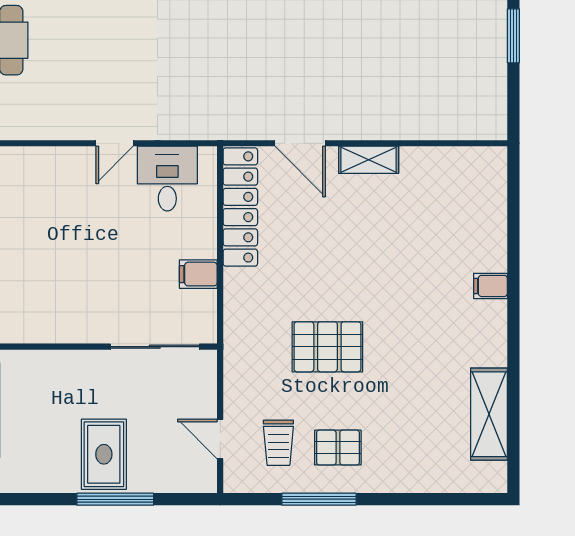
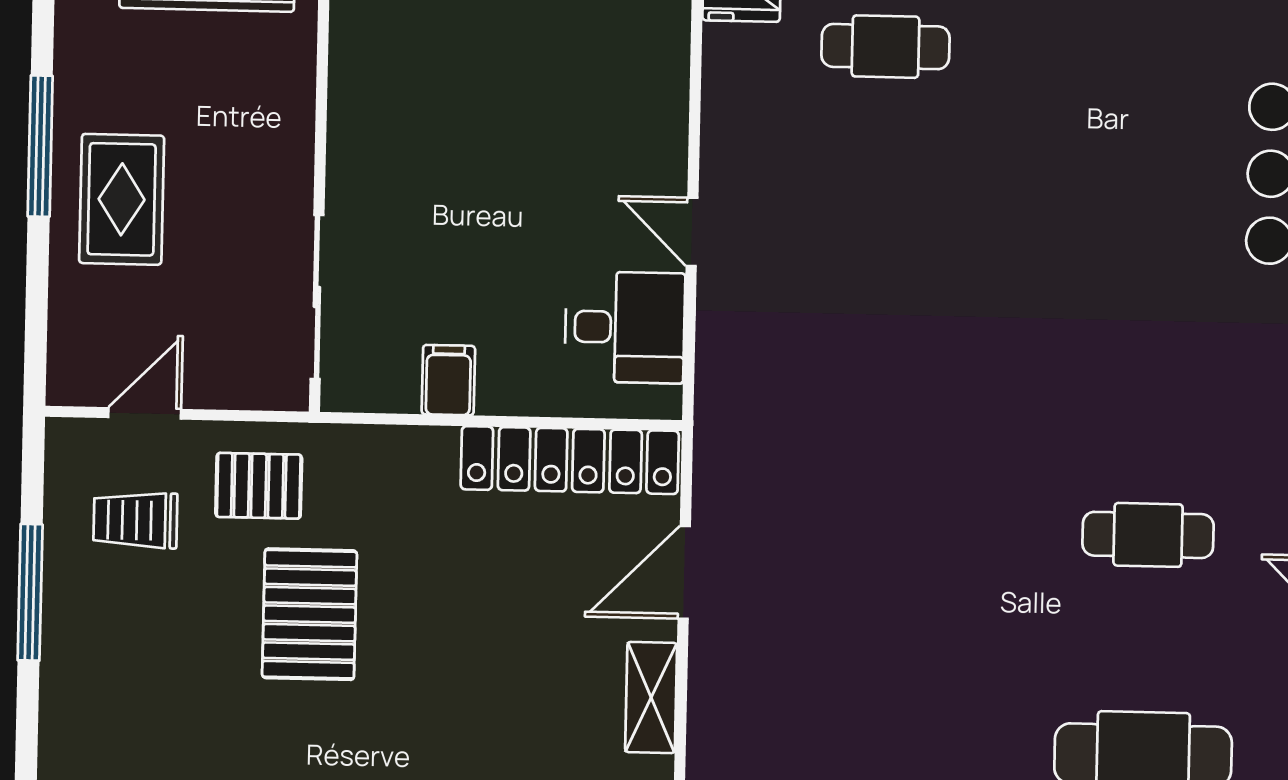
pallet: (338, 448) -> (259, 486), moved, turned 90
rug: (104, 454) -> (122, 199), turned 90
window: (115, 499) -> (40, 146), moved

